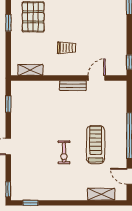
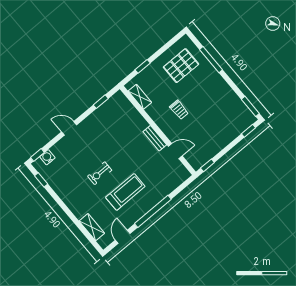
window: (8, 23) -> (143, 66), moved
water cooler: (17, 183) -> (47, 157), added

